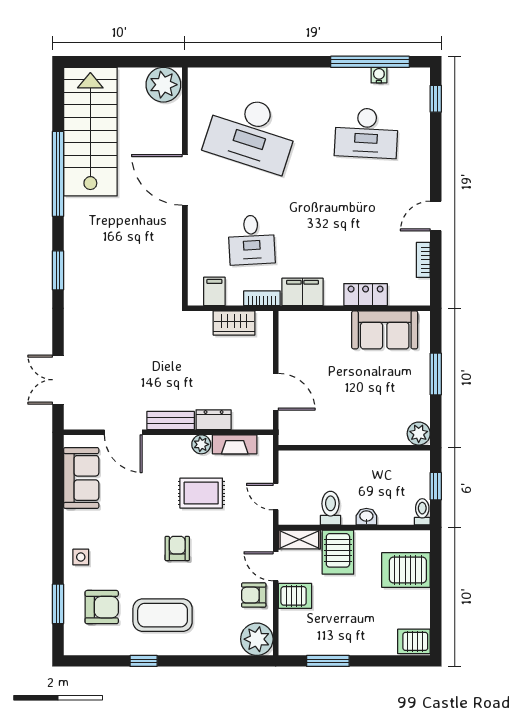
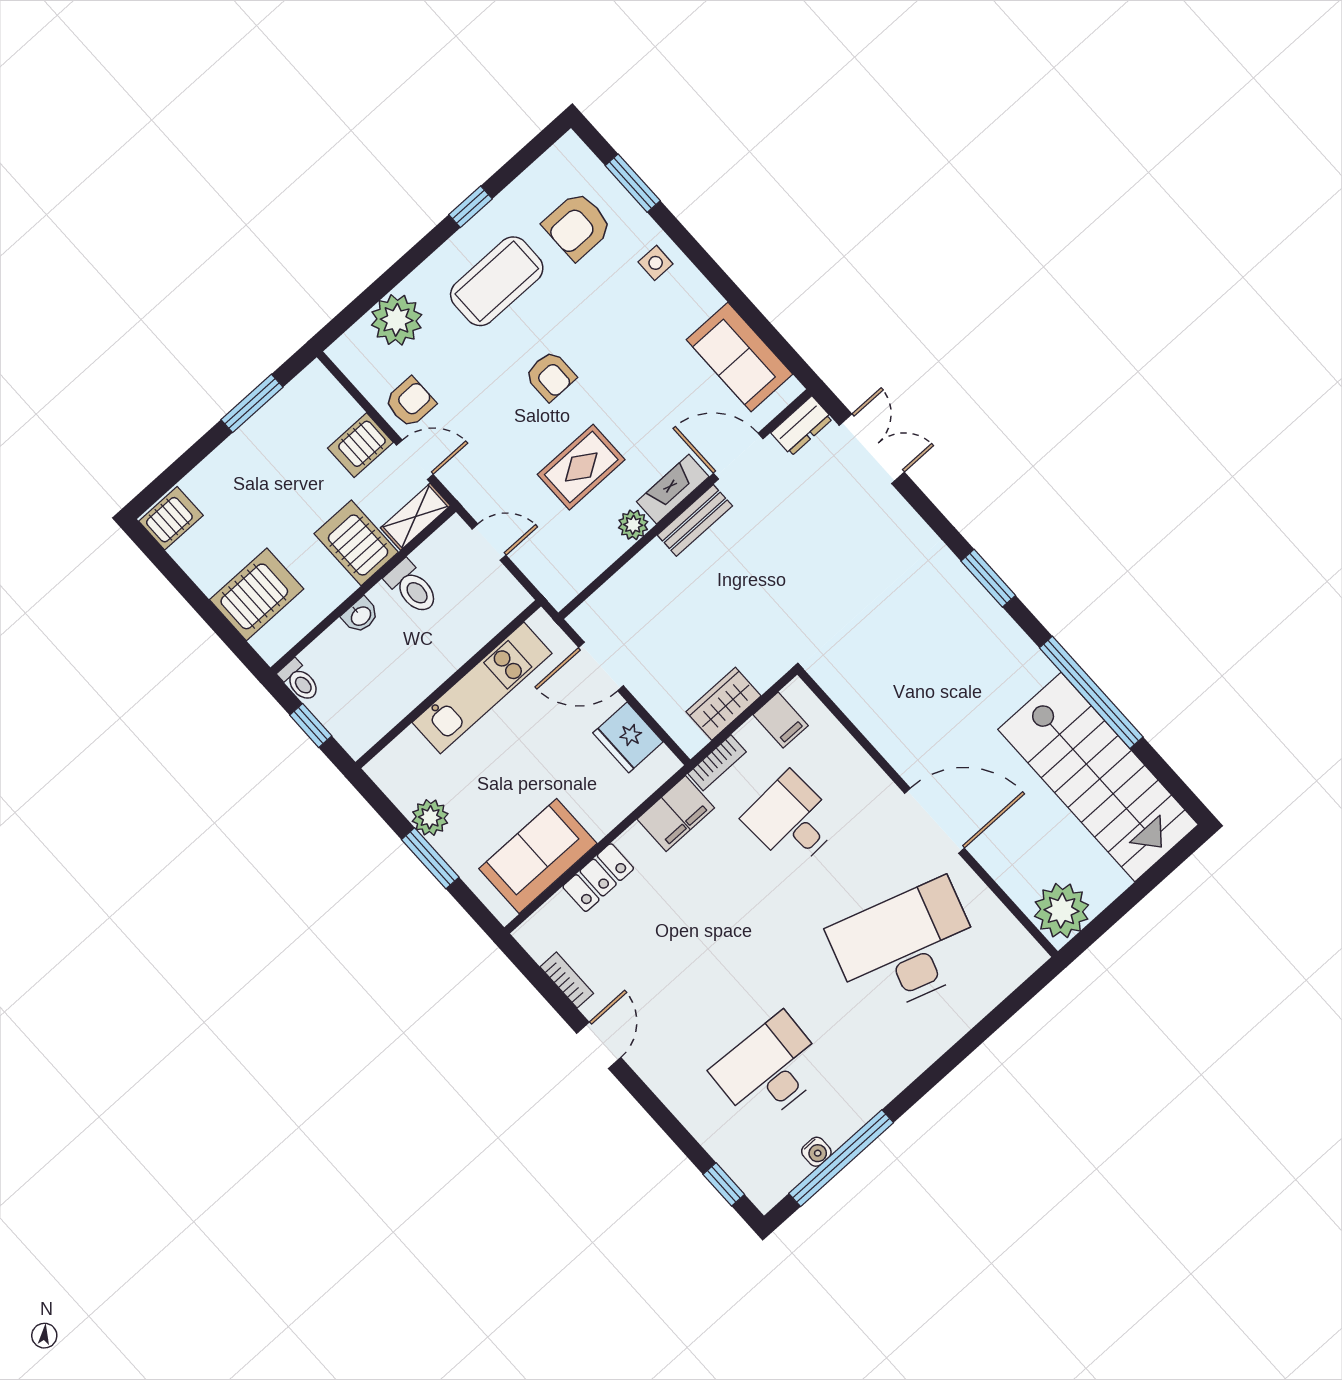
fridge: (293, 347) -> (628, 737), added
dresser: (214, 420) -> (802, 426), moved
kitchen unit: (340, 432) -> (482, 688), added
plant: (419, 434) -> (430, 817), moved
fireplace: (235, 444) -> (673, 489), moved
plant: (257, 639) -> (397, 320), moved

